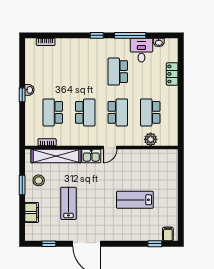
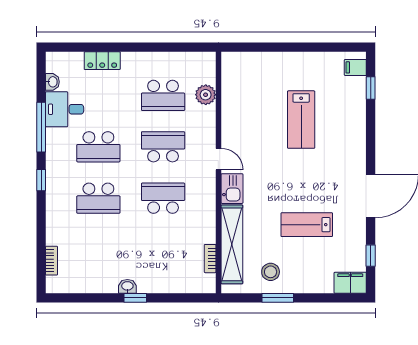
school desk: (53, 112) -> (98, 198), moved
filing cabinet: (32, 212) -> (350, 283), moved

